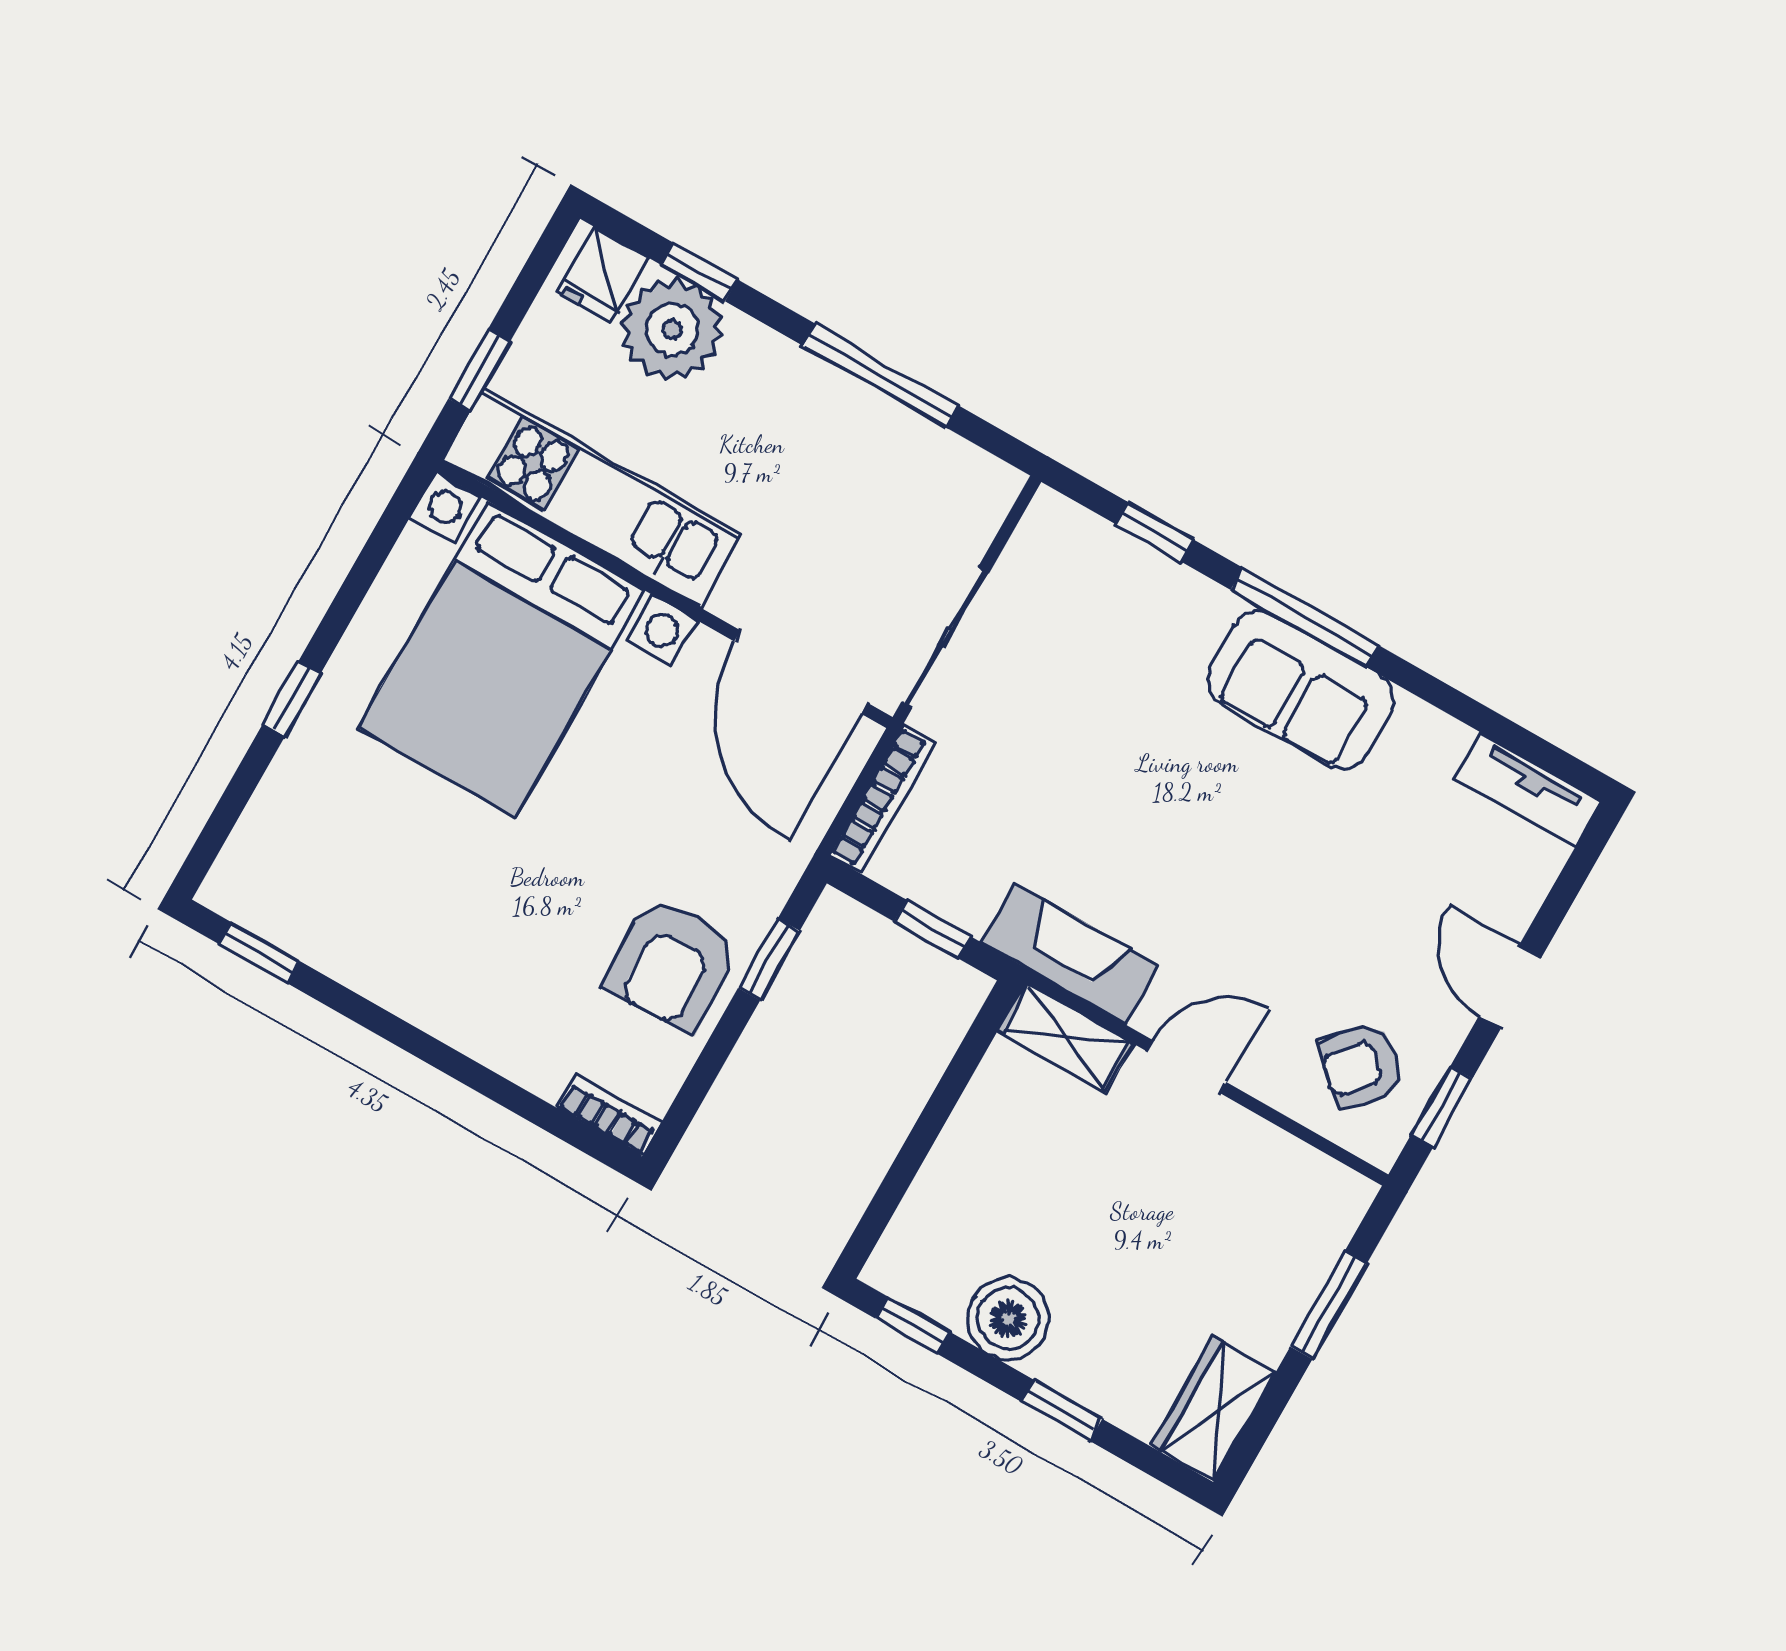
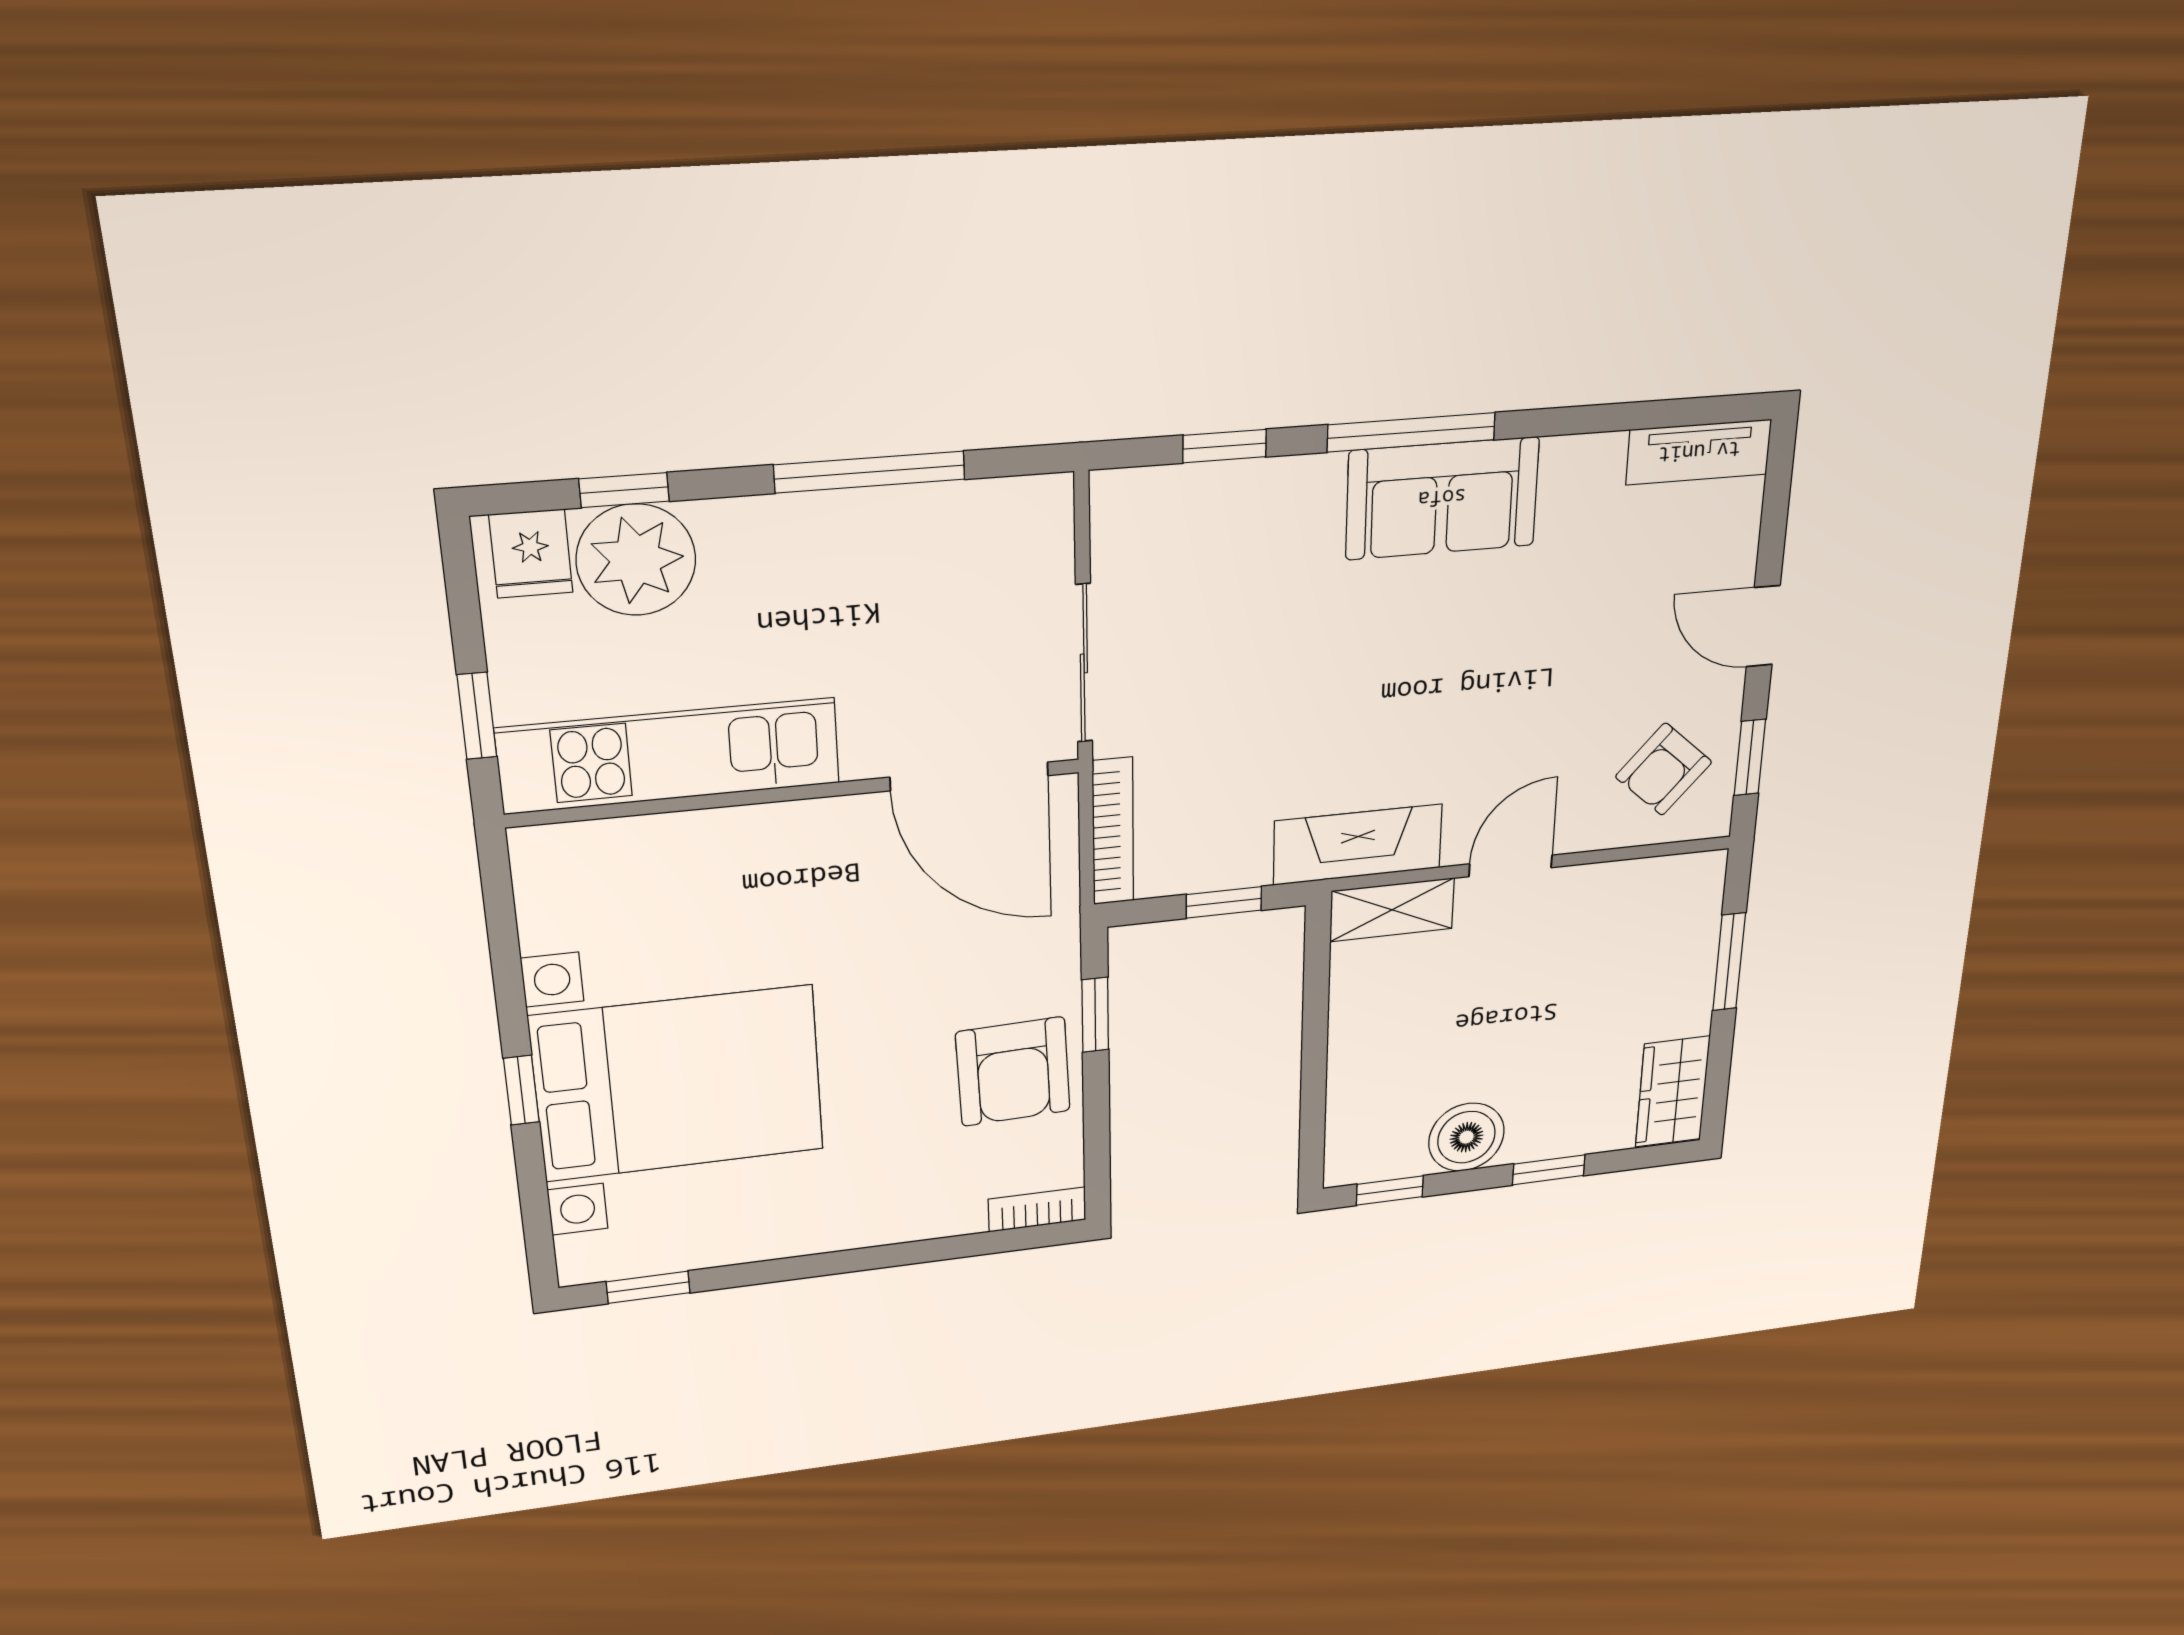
bed with nightstands: (502, 659) -> (678, 1084), moved, turned -90

